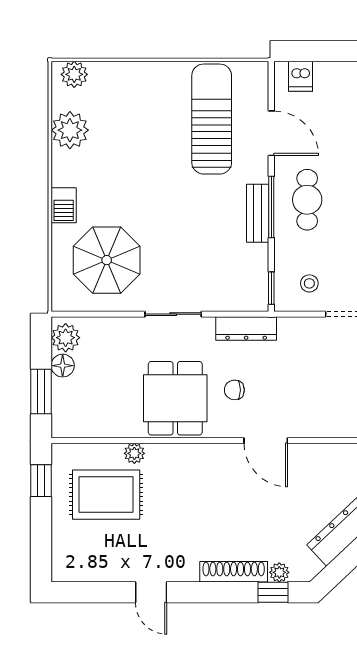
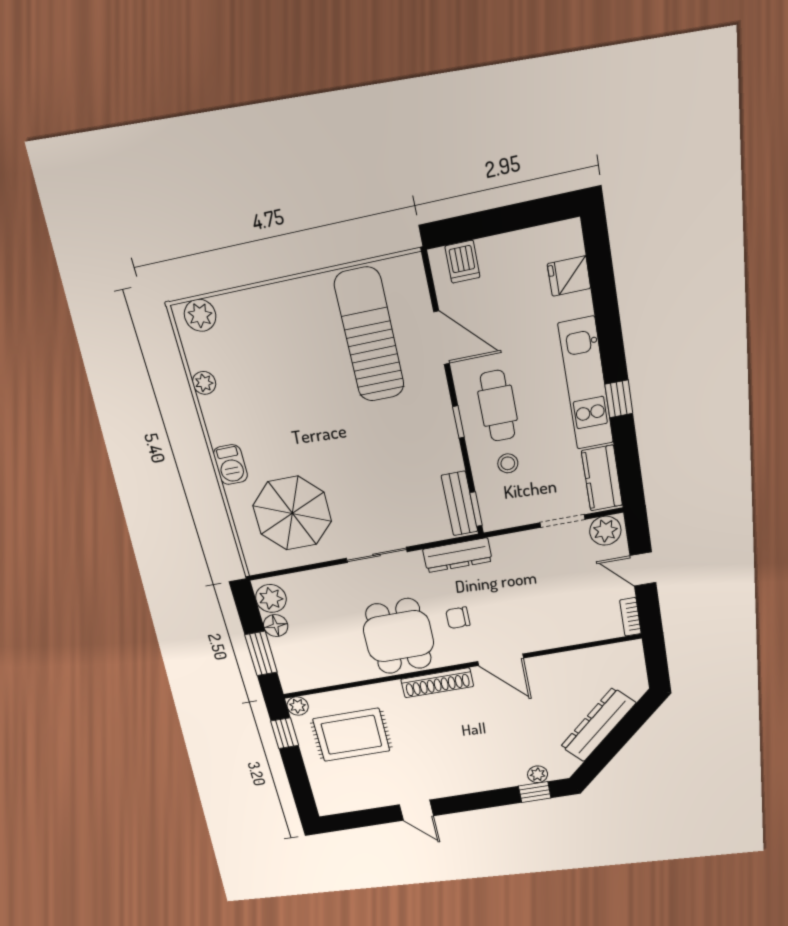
plant: (70, 130) -> (204, 383), width x0.53, depth x0.53
window: (271, 207) -> (459, 422), width x0.46
bench: (258, 213) -> (459, 504), moved
stool: (309, 283) -> (508, 463), moved
plant: (134, 453) -> (298, 706), moved
shoe rack: (234, 572) -> (437, 683), moved, turned 180

